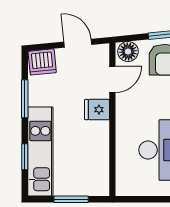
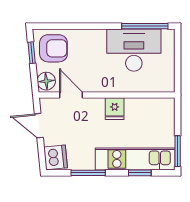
door: (78, 43) -> (39, 126), hinge flipped
fridge: (97, 110) -> (115, 109), moved
window: (71, 199) -> (178, 151), moved

